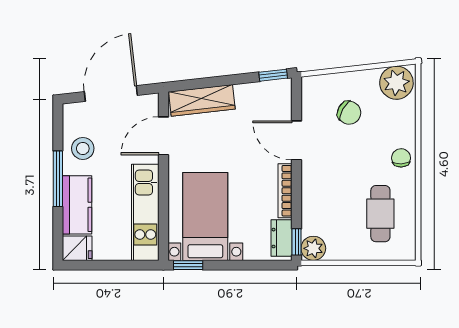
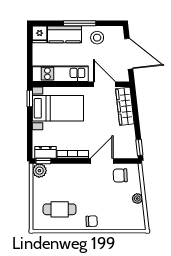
plant: (396, 83) -> (137, 199), moved, width x0.53, depth x0.53
chair: (349, 113) -> (120, 175), moved, turned 59

